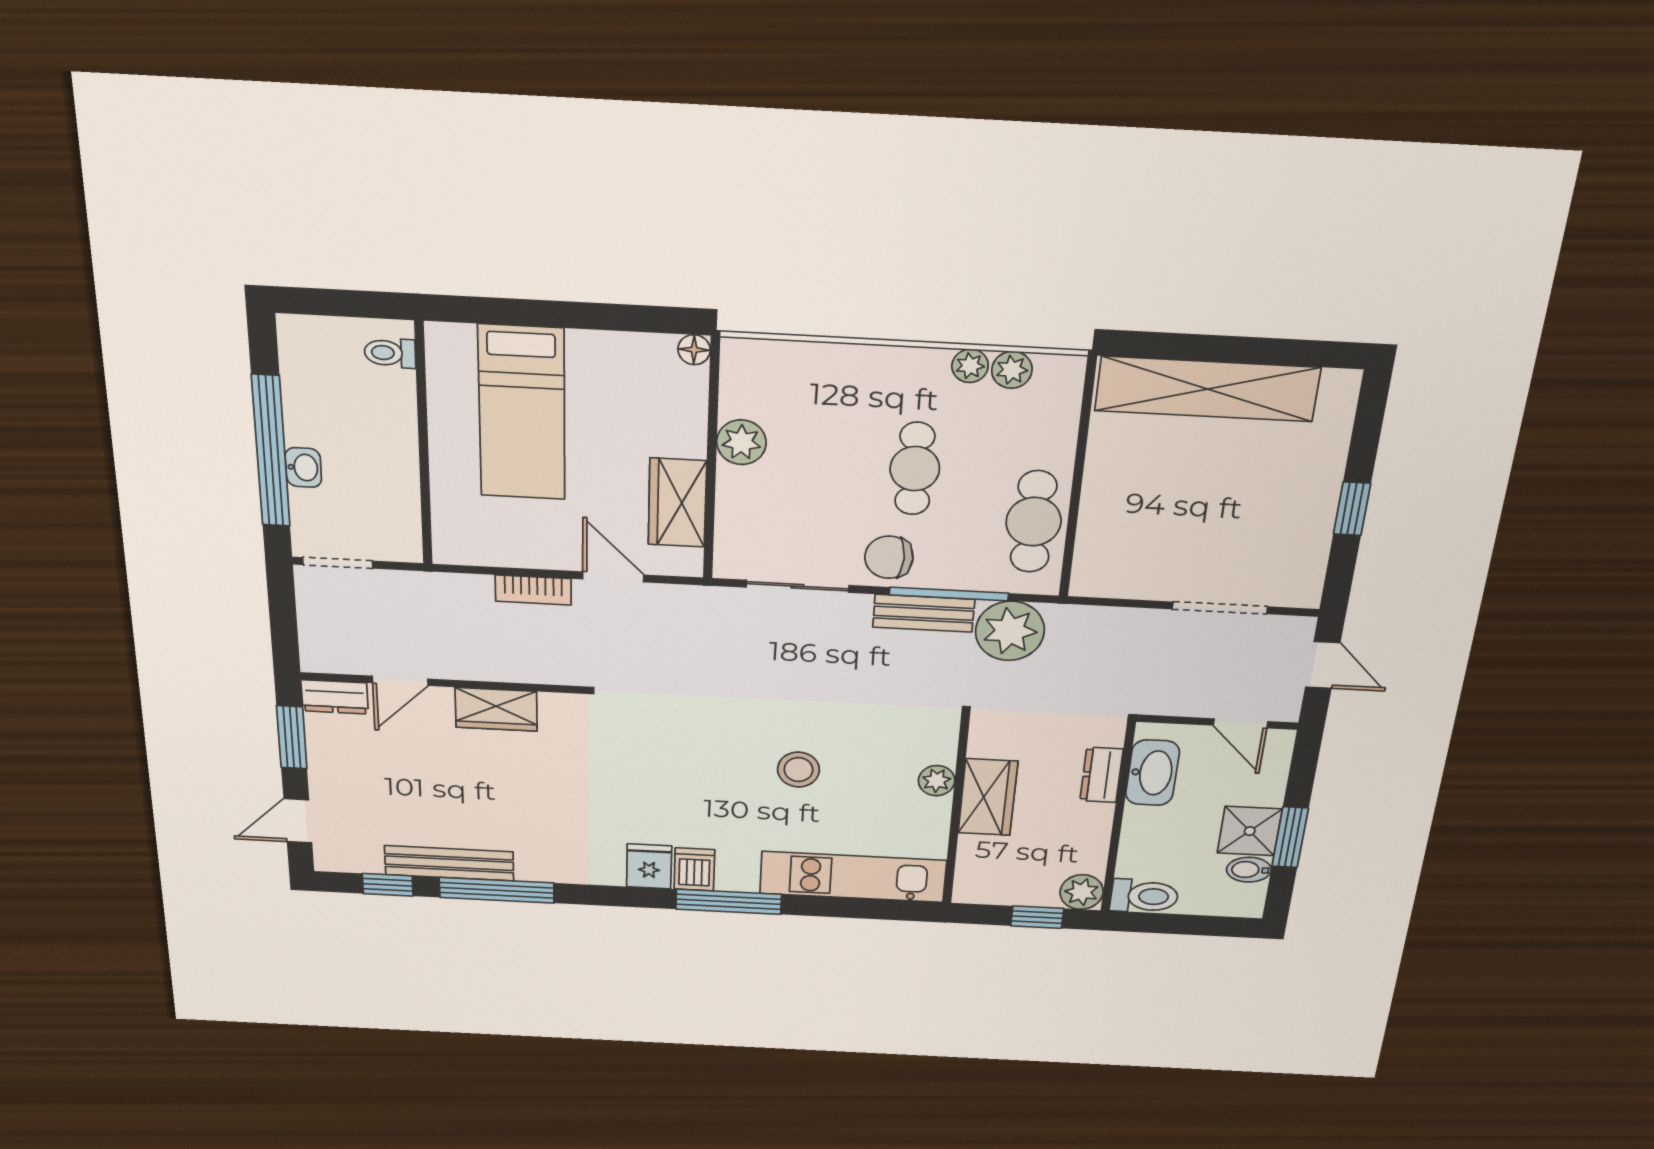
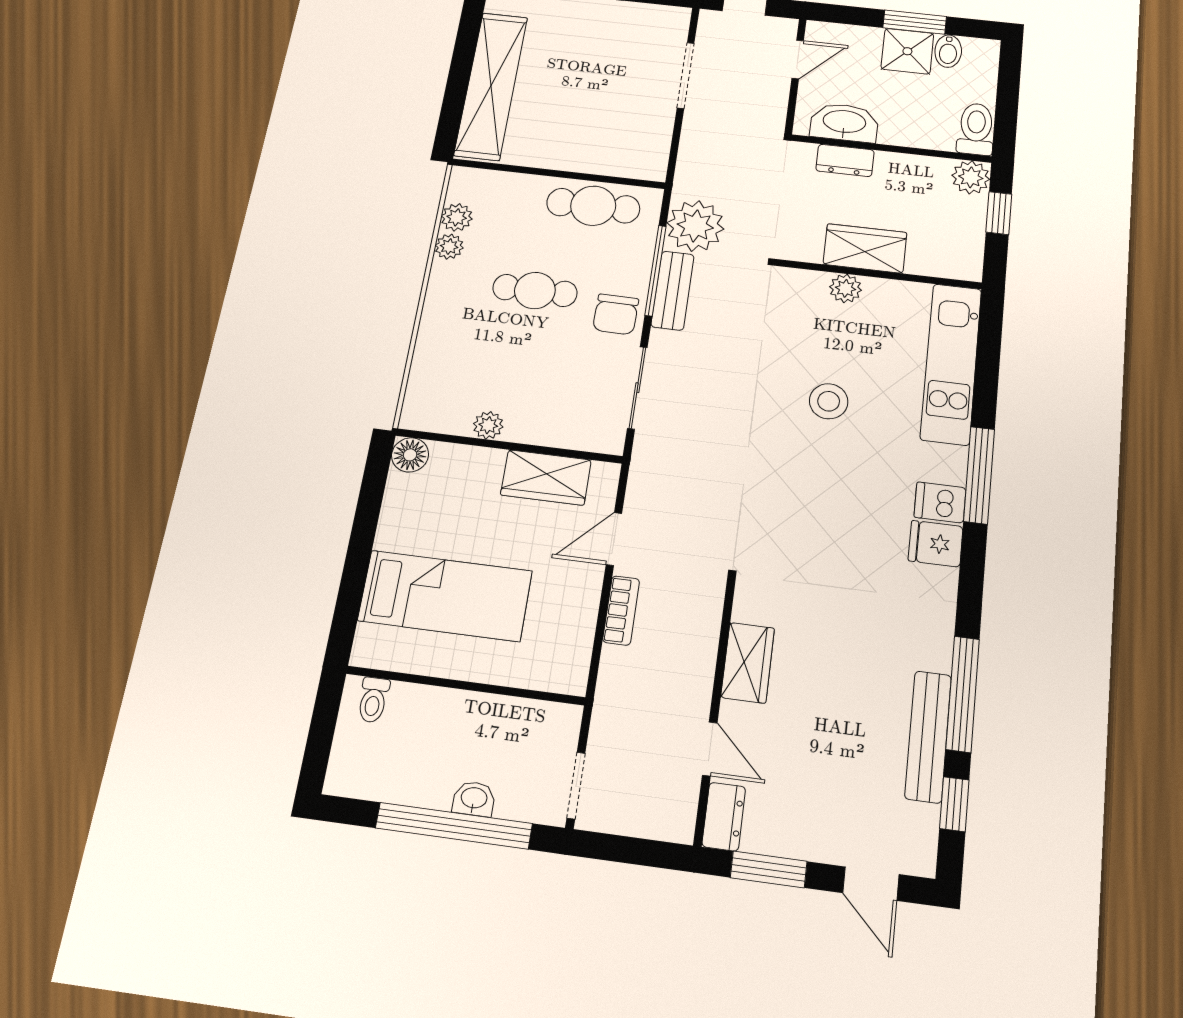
floor lamp: (694, 350) -> (410, 455), width x1.37, depth x1.37
plant: (741, 442) -> (488, 425), width x0.73, depth x0.73

